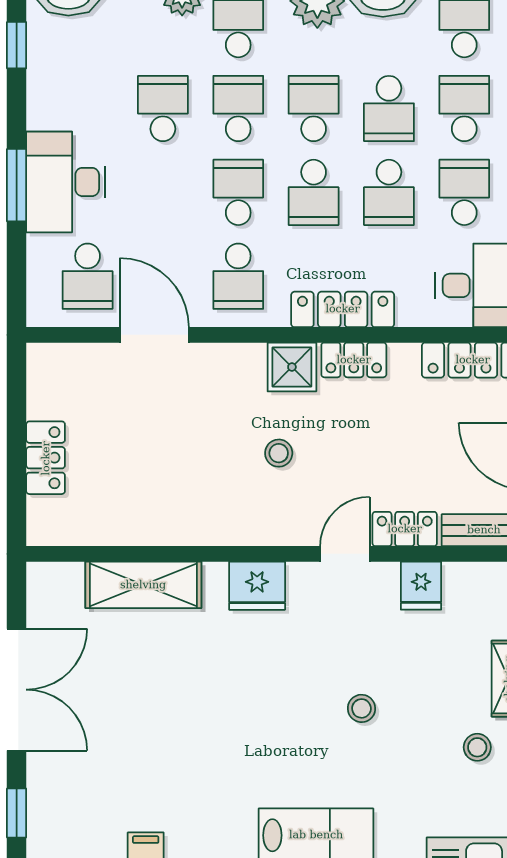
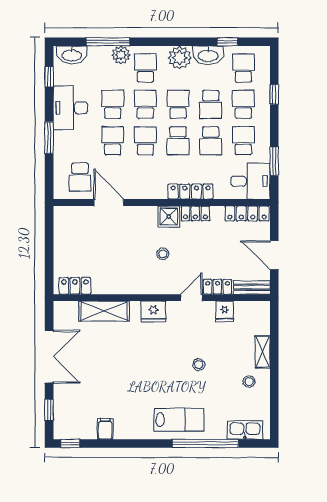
desk: (66, 182) -> (70, 108), moved
school desk: (238, 276) -> (113, 141), moved, turned 180
locker: (46, 458) -> (75, 286), moved, turned -90

